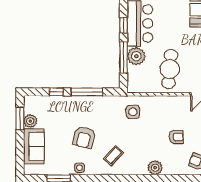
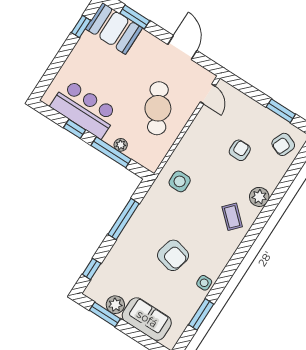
plant: (136, 56) -> (121, 145), width x0.53, depth x0.53
cafe table: (170, 69) -> (158, 108), turned 56
window: (56, 92) -> (92, 269), moved
coffee table: (113, 156) -> (232, 217), moved

